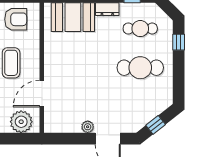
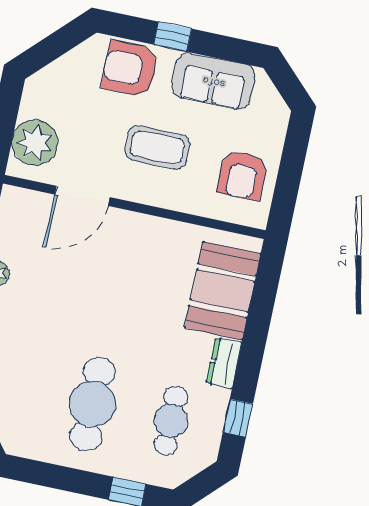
door: (42, 94) -> (82, 196), swing flipped

